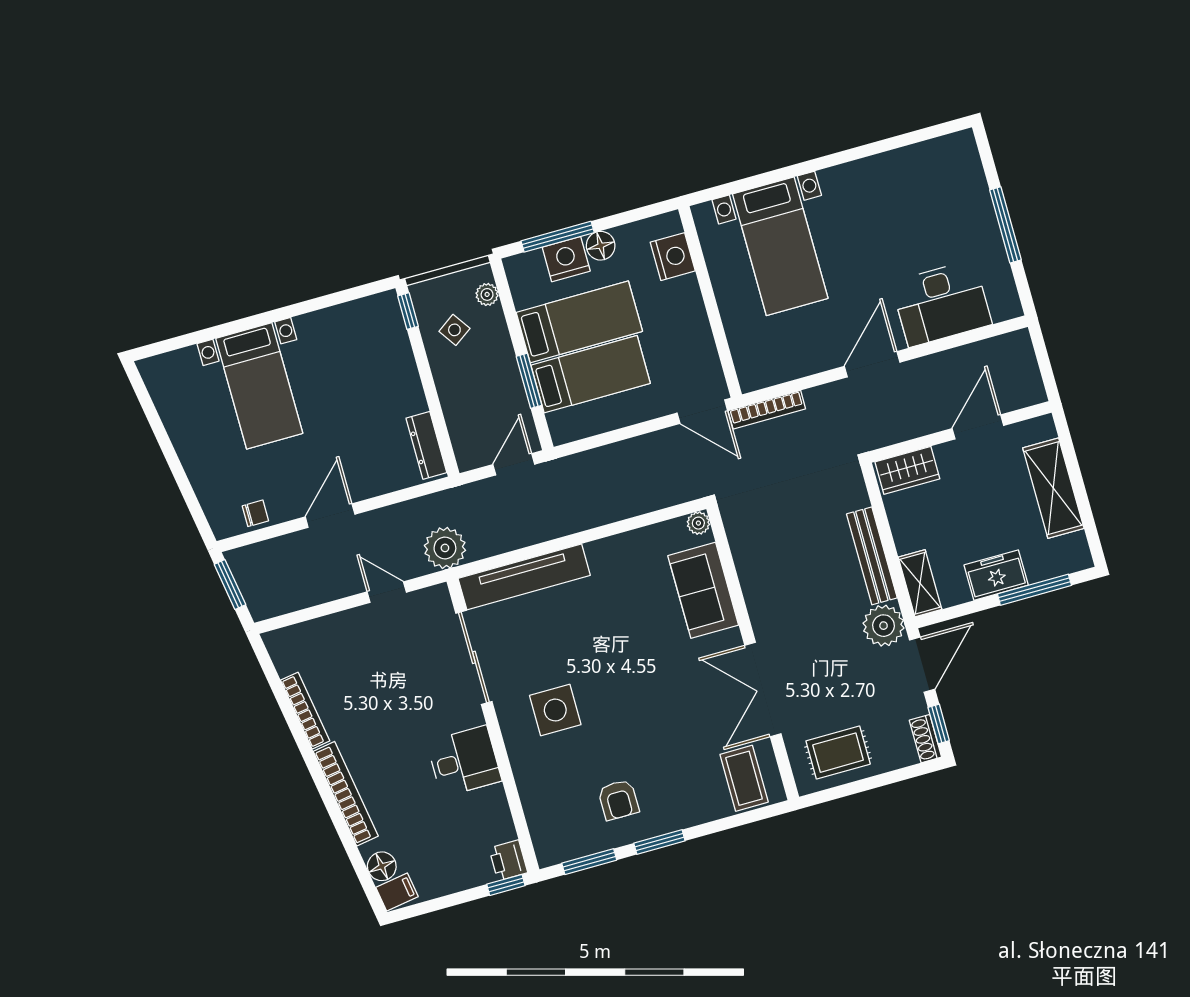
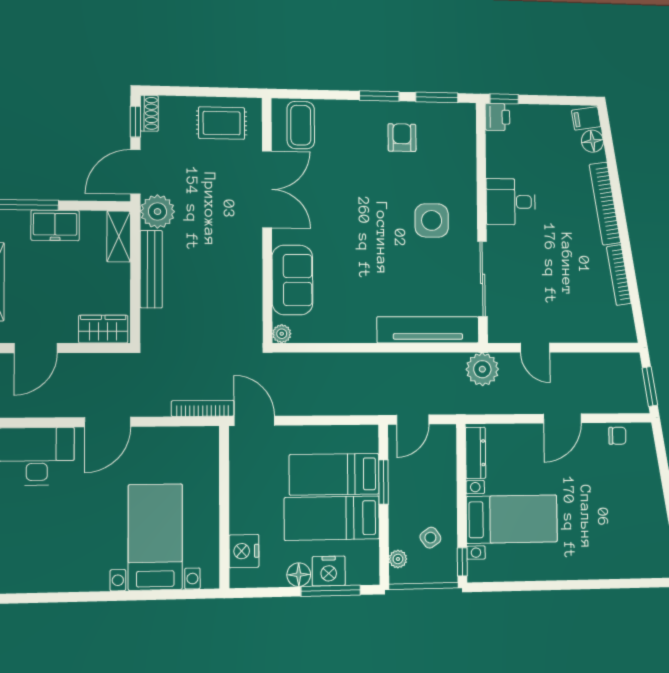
bed with nightstands: (259, 386) -> (512, 519), moved, turned 90
chair: (255, 513) -> (617, 436), turned 180

